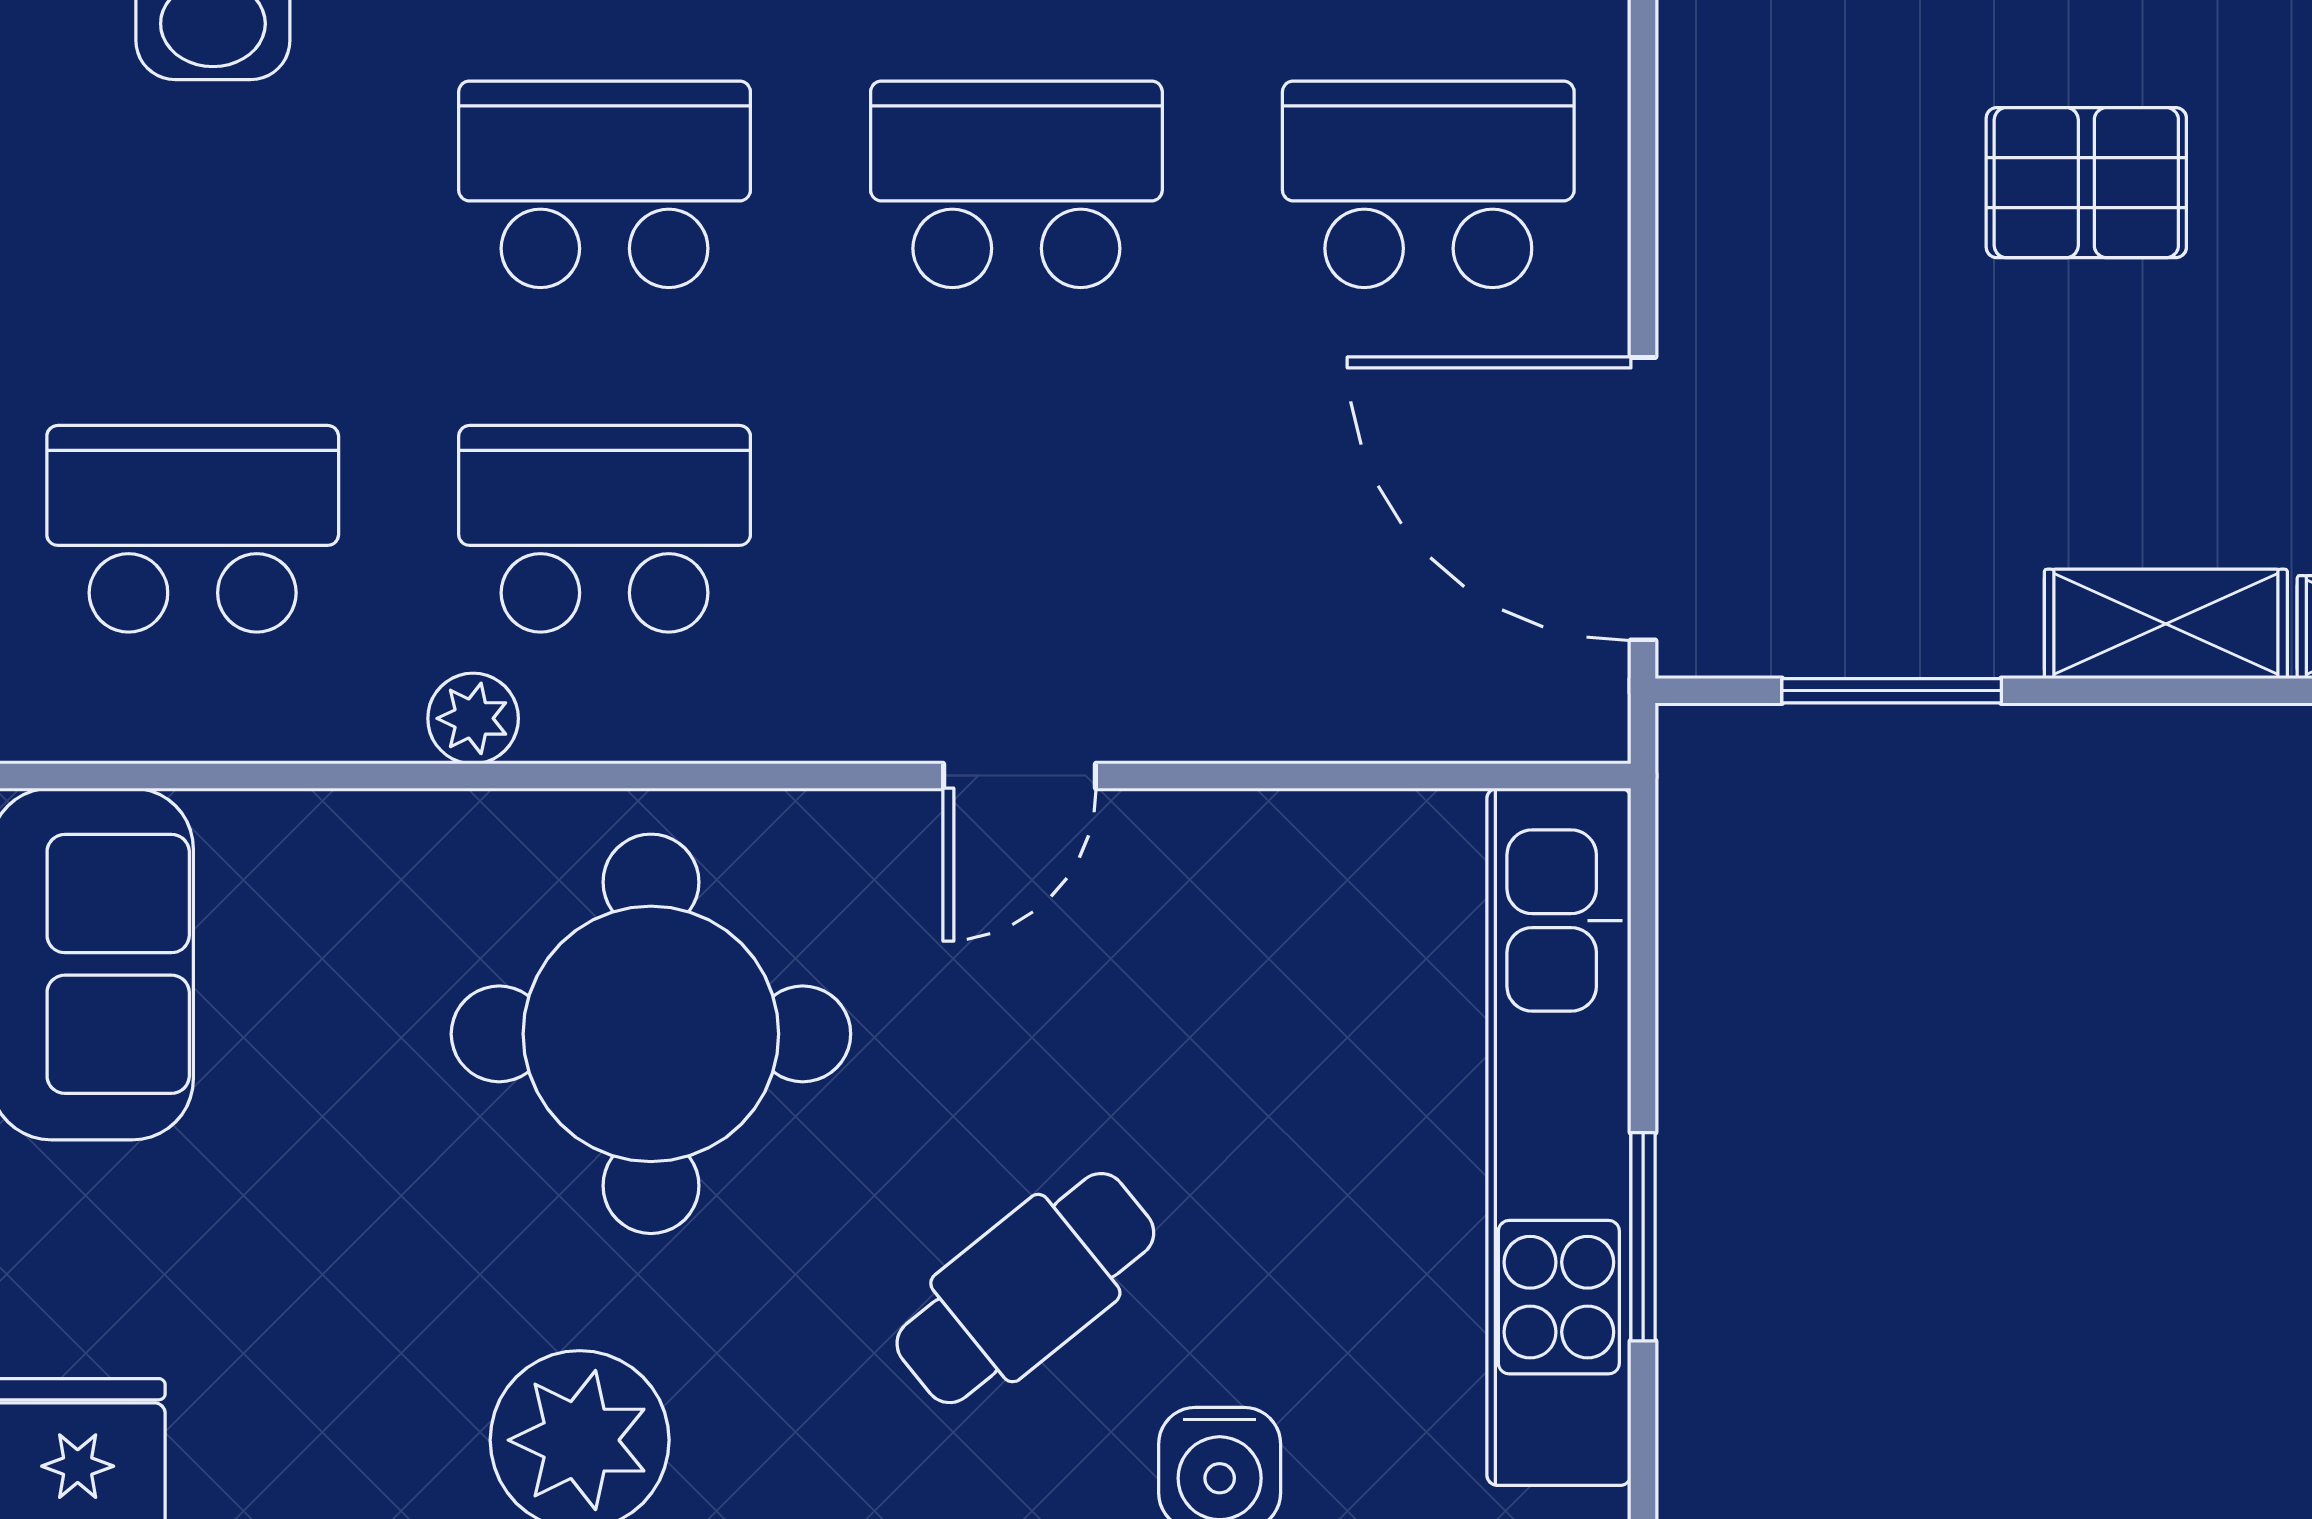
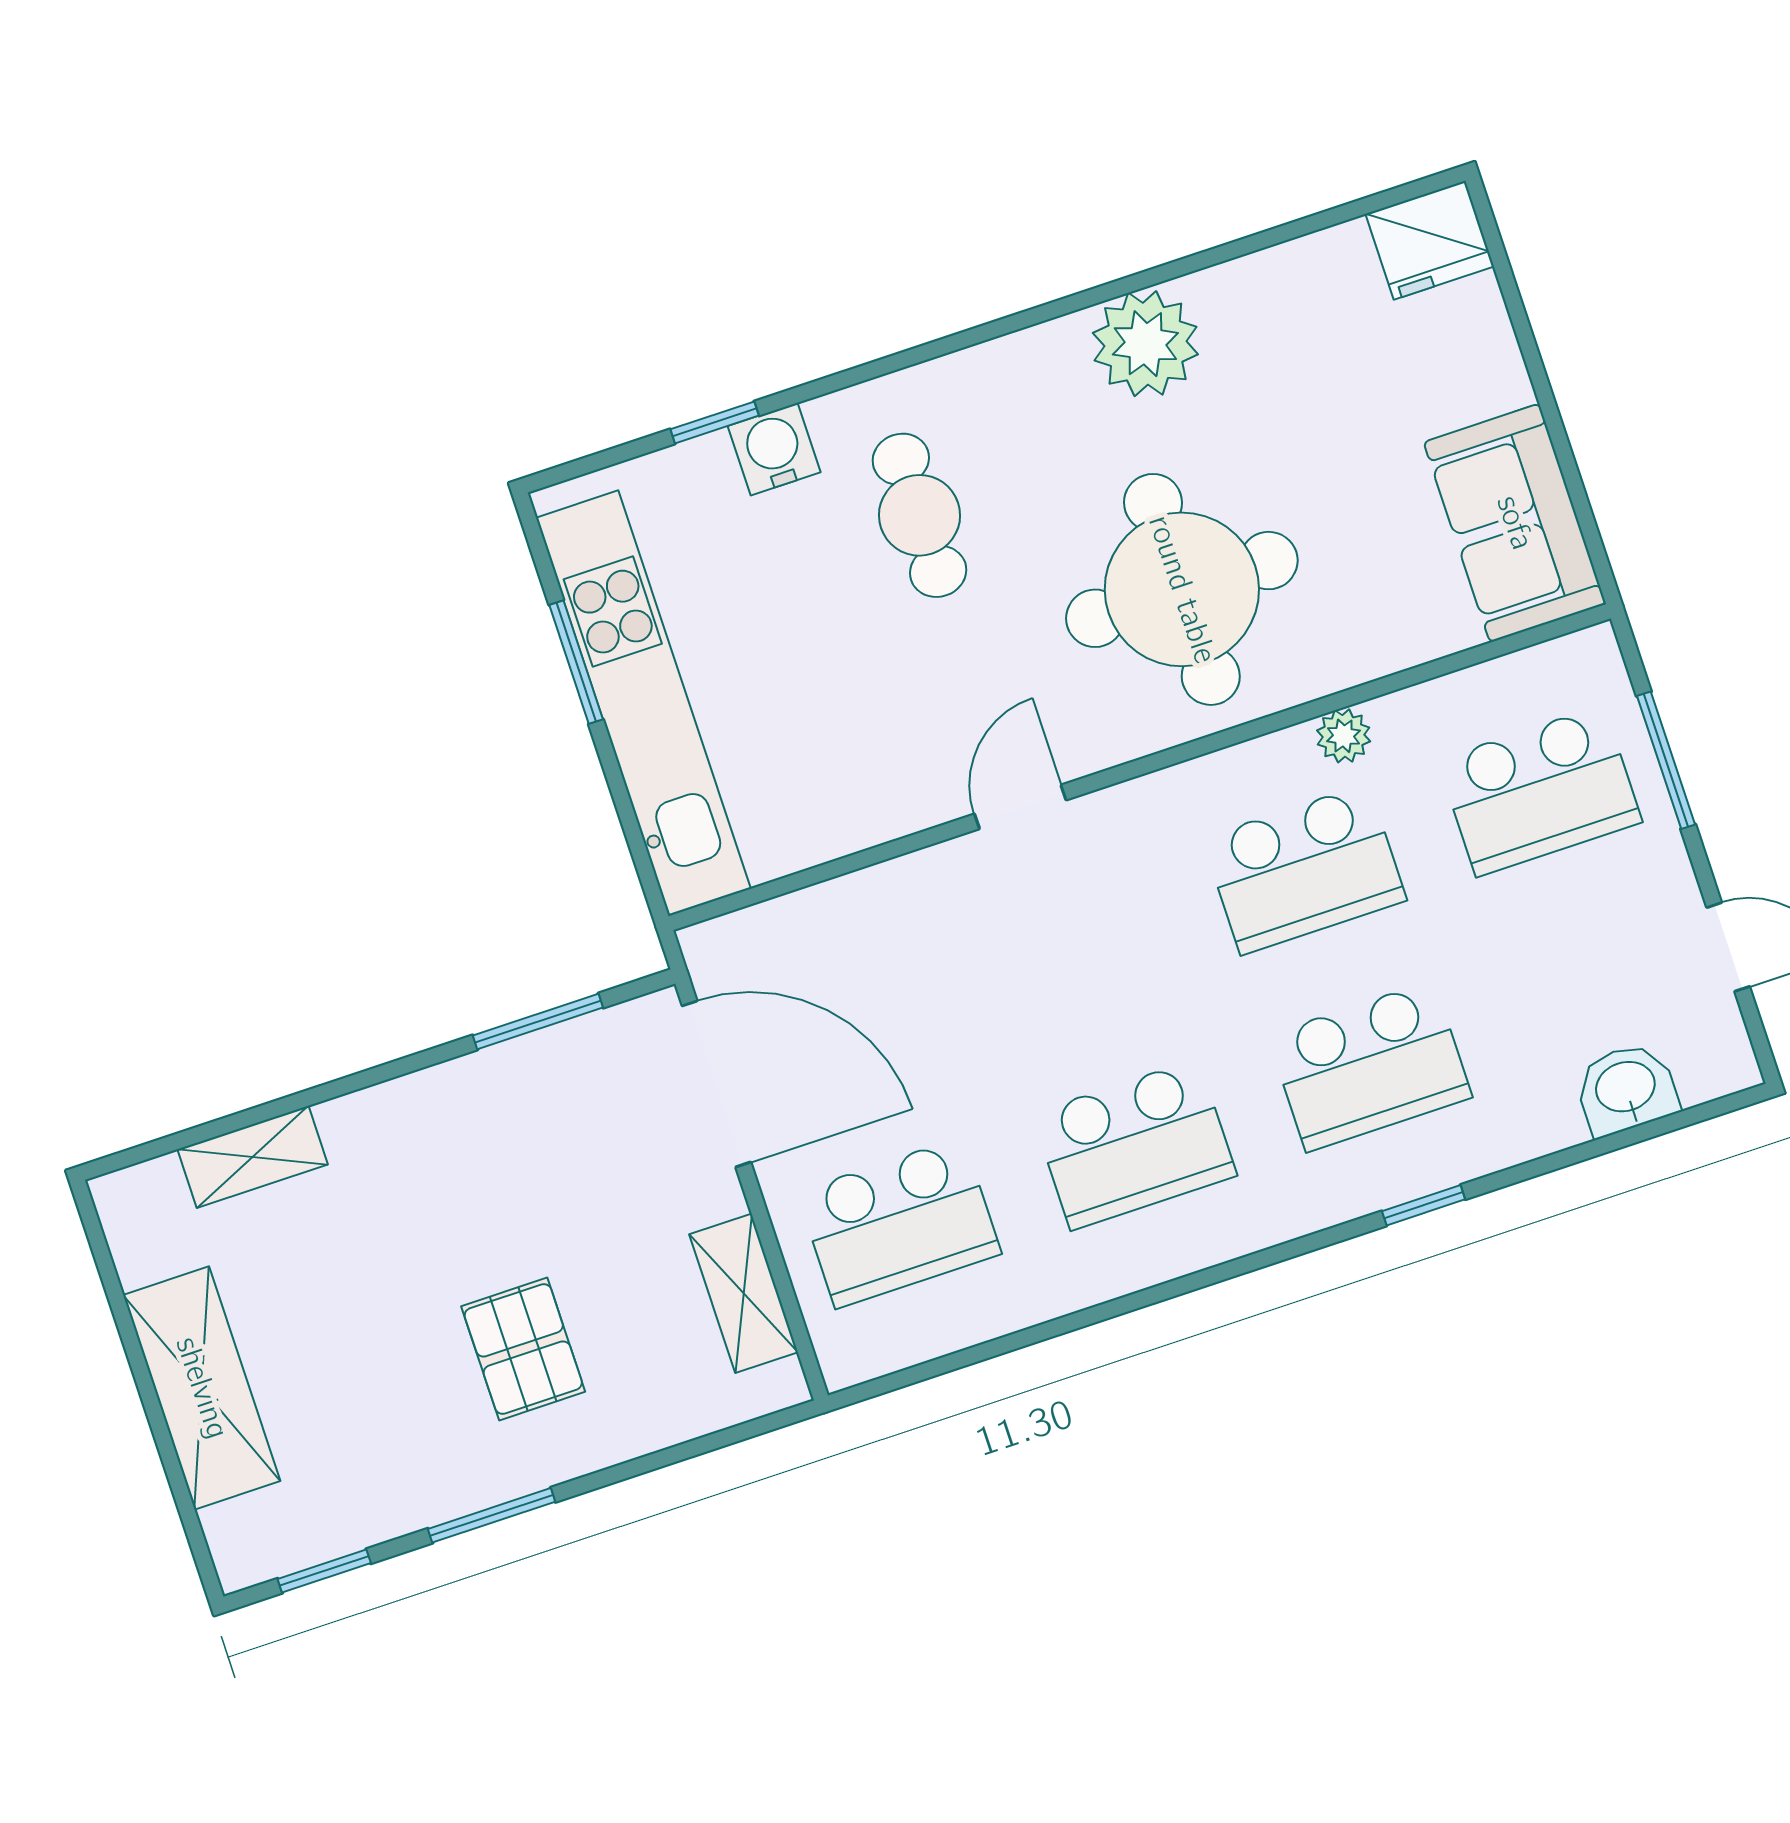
pallet: (2086, 183) -> (523, 1349), turned 90
shelving: (2166, 624) -> (744, 1293), moved, turned 90
cafe table: (1025, 1288) -> (919, 515), turned -51

